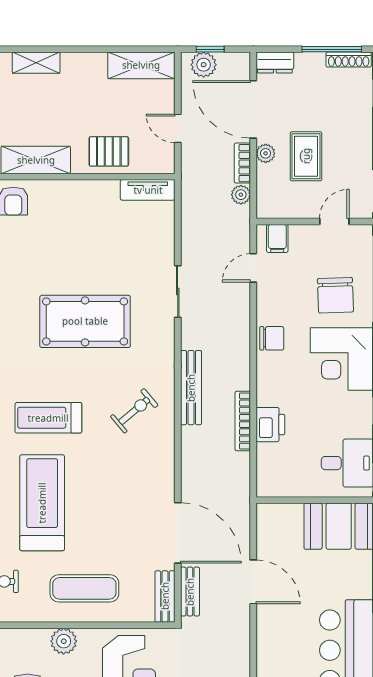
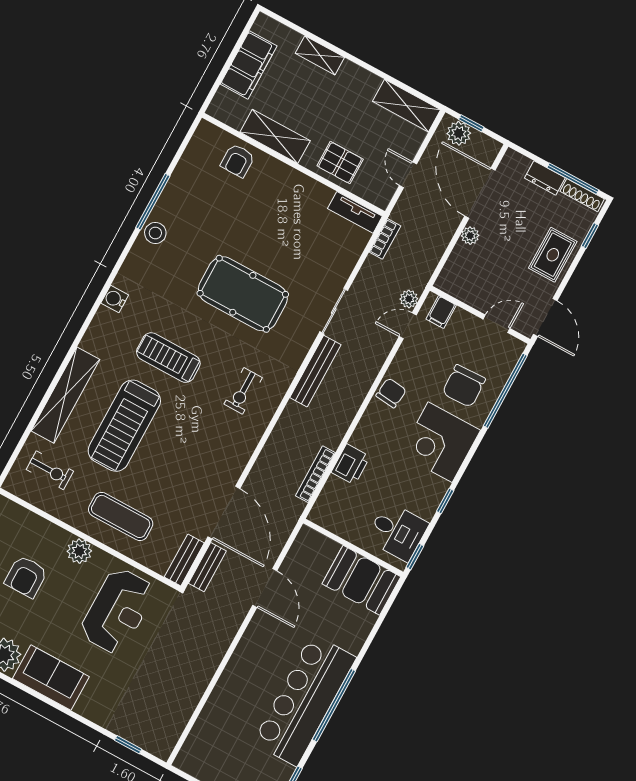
dresser: (275, 62) -> (545, 178), moved
rug: (306, 156) -> (553, 255), moved
bookcase: (242, 163) -> (385, 239), moved, turned 180
plant: (241, 195) -> (409, 299), moved
chair: (272, 338) -> (391, 393), turned -84
bench: (191, 388) -> (315, 371), moved
exercise bike: (134, 411) -> (243, 391), turned 130
bookcase: (243, 421) -> (315, 474), moved
treadmill: (42, 503) -> (124, 426), turned 180

